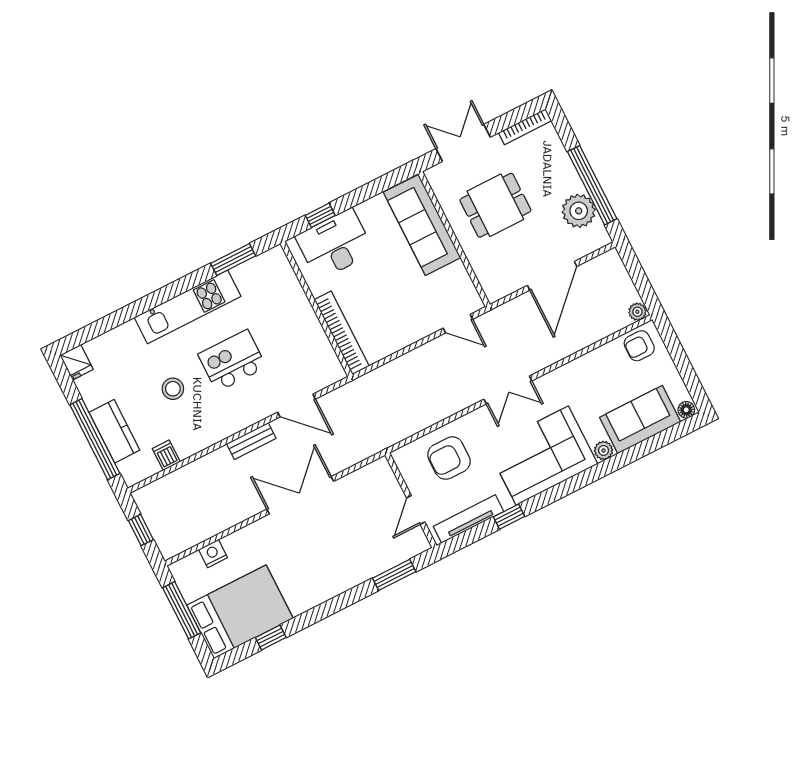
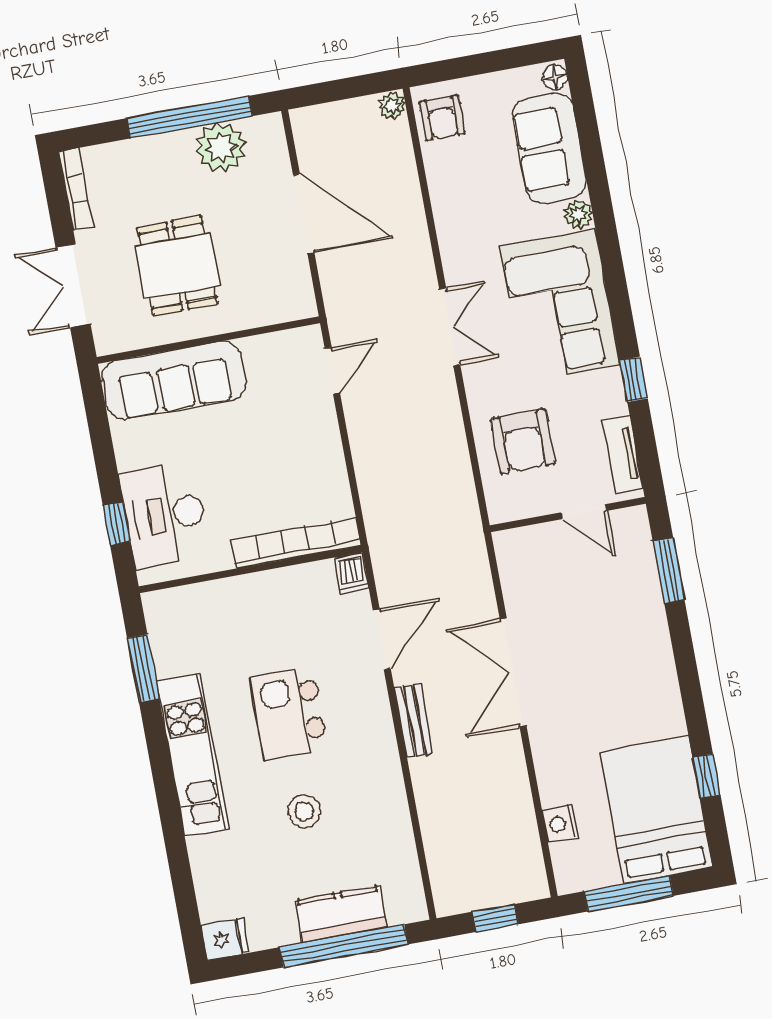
dishwasher: (166, 455) -> (351, 573), moved, turned -90
tv unit: (469, 519) -> (622, 454), width x0.71

